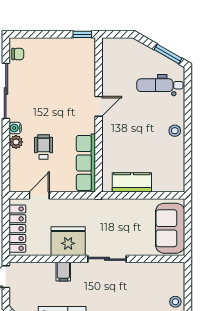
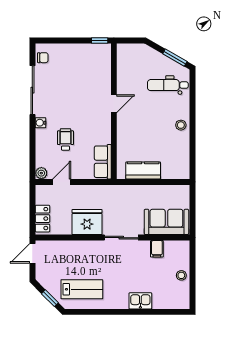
plant: (16, 142) -> (41, 173), moved
row of seats: (86, 163) -> (103, 162), width x0.68
sofa: (170, 228) -> (166, 222), moved, turned 90
locker: (17, 229) -> (43, 219), width x0.66
filing cabinet: (63, 272) -> (157, 249), moved

